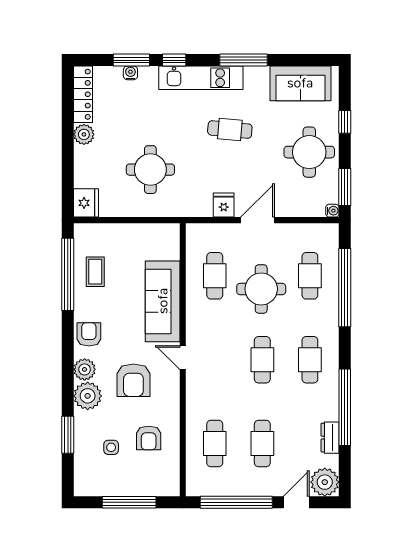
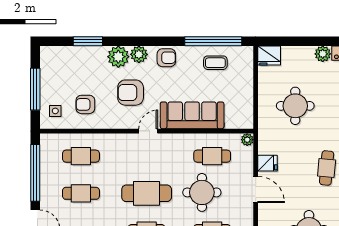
plant: (194, 231) -> (247, 140), added
cafe table: (262, 360) -> (147, 193), width x1.37, depth x1.35
side table: (111, 447) -> (55, 111), moved

